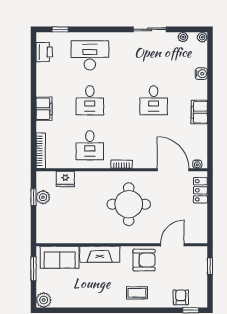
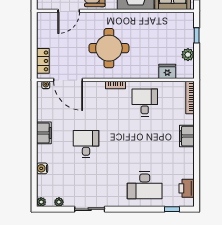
desk: (90, 100) -> (145, 144), removed
window: (33, 197) -> (197, 35), moved

